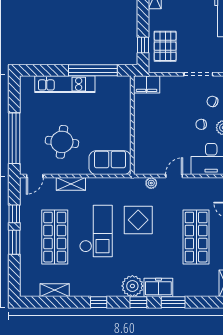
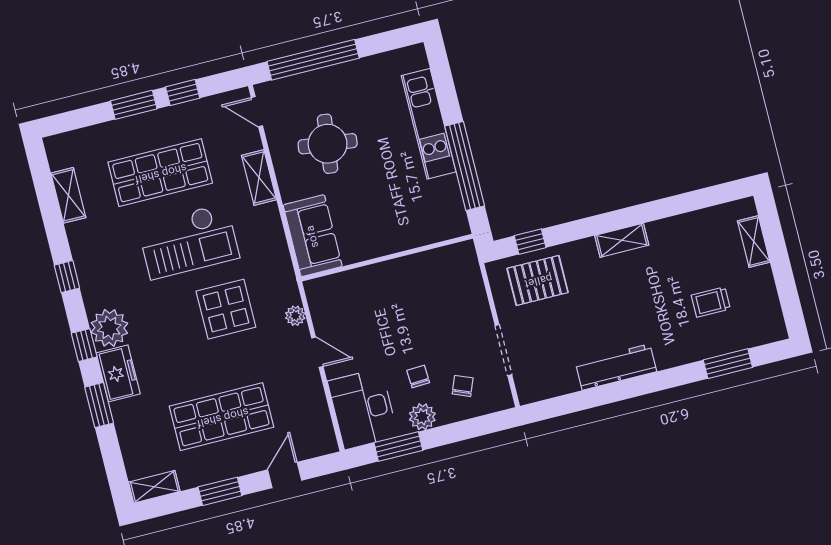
filing cabinet: (147, 84) -> (464, 265), removed

